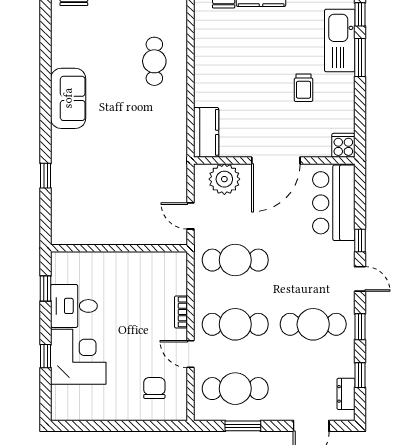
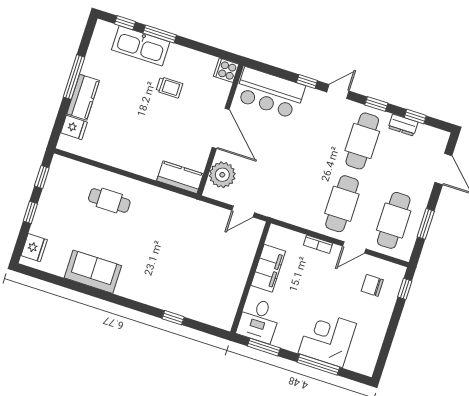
sofa: (68, 98) -> (93, 272), moved
cafe table: (235, 260) -> (290, 187), removed
filing cabinet: (136, 265) -> (268, 268), added
window: (46, 288) -> (264, 347), width x1.50
desk: (74, 306) -> (259, 320), moved
window: (46, 356) -> (318, 365), width x2.17
dresser: (346, 394) -> (403, 125), moved
window: (162, 426) -> (405, 289), added

